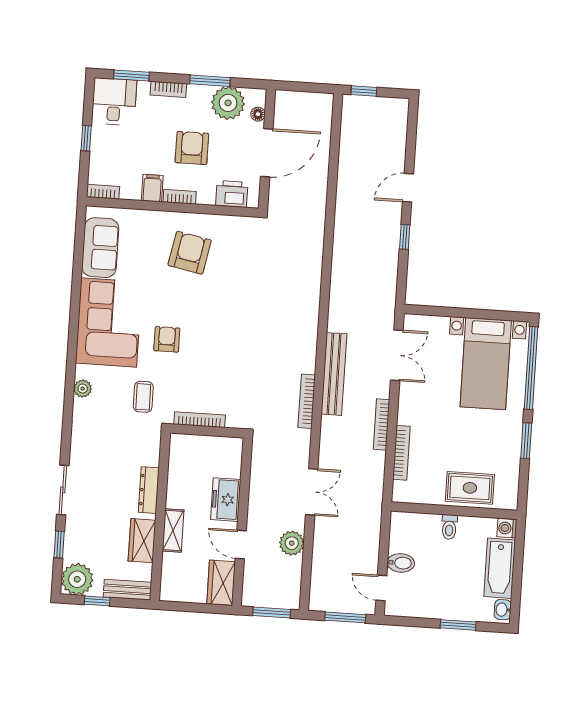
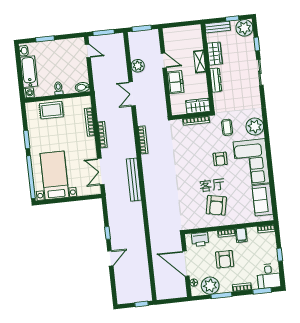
door: (267, 153) -> (186, 264), hinge flipped
bench: (334, 374) -> (134, 180), moved
plant: (83, 389) -> (255, 127), width x1.88, depth x1.88
bidet: (401, 563) -> (82, 87), moved
wardrobe: (221, 583) -> (198, 106), moved, turned -90

